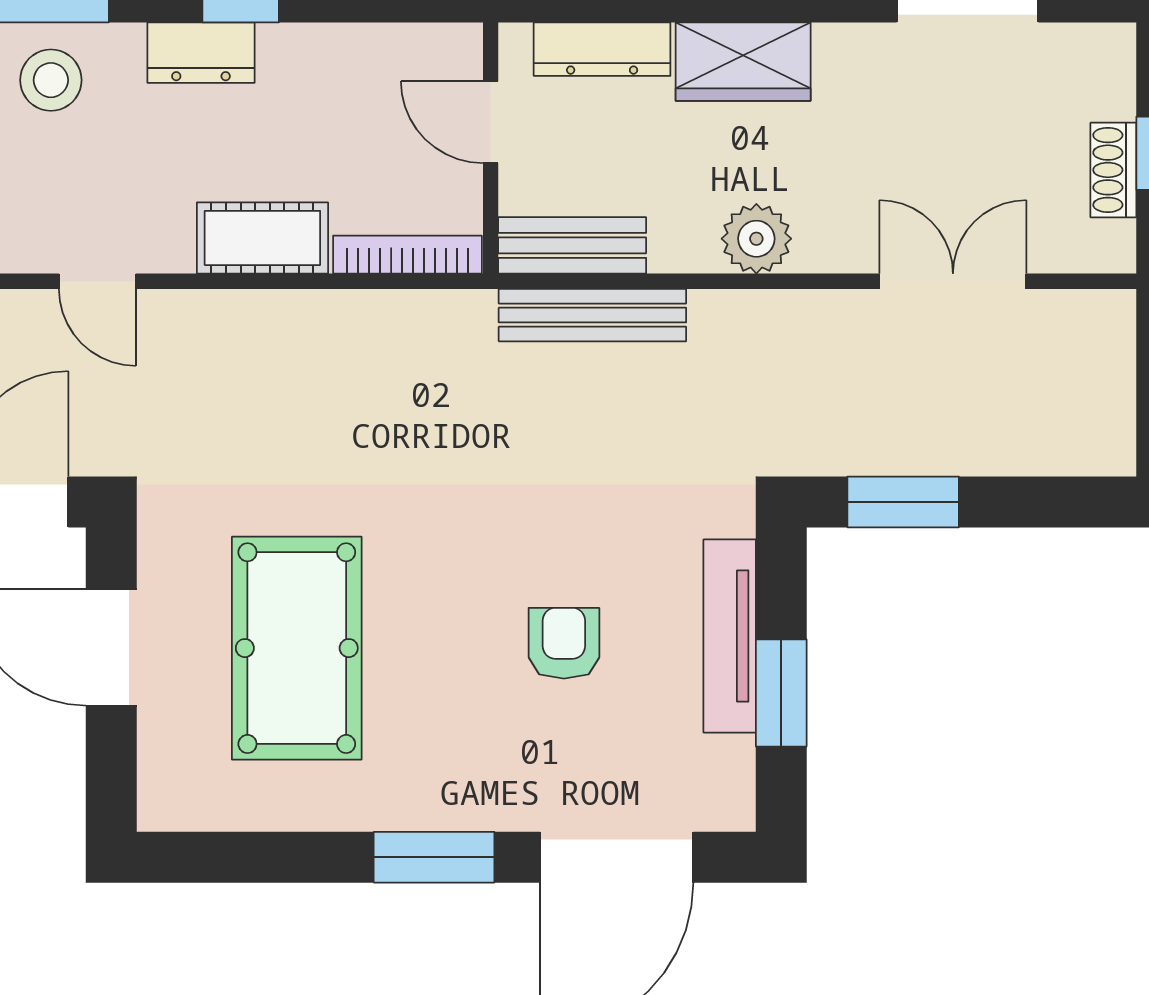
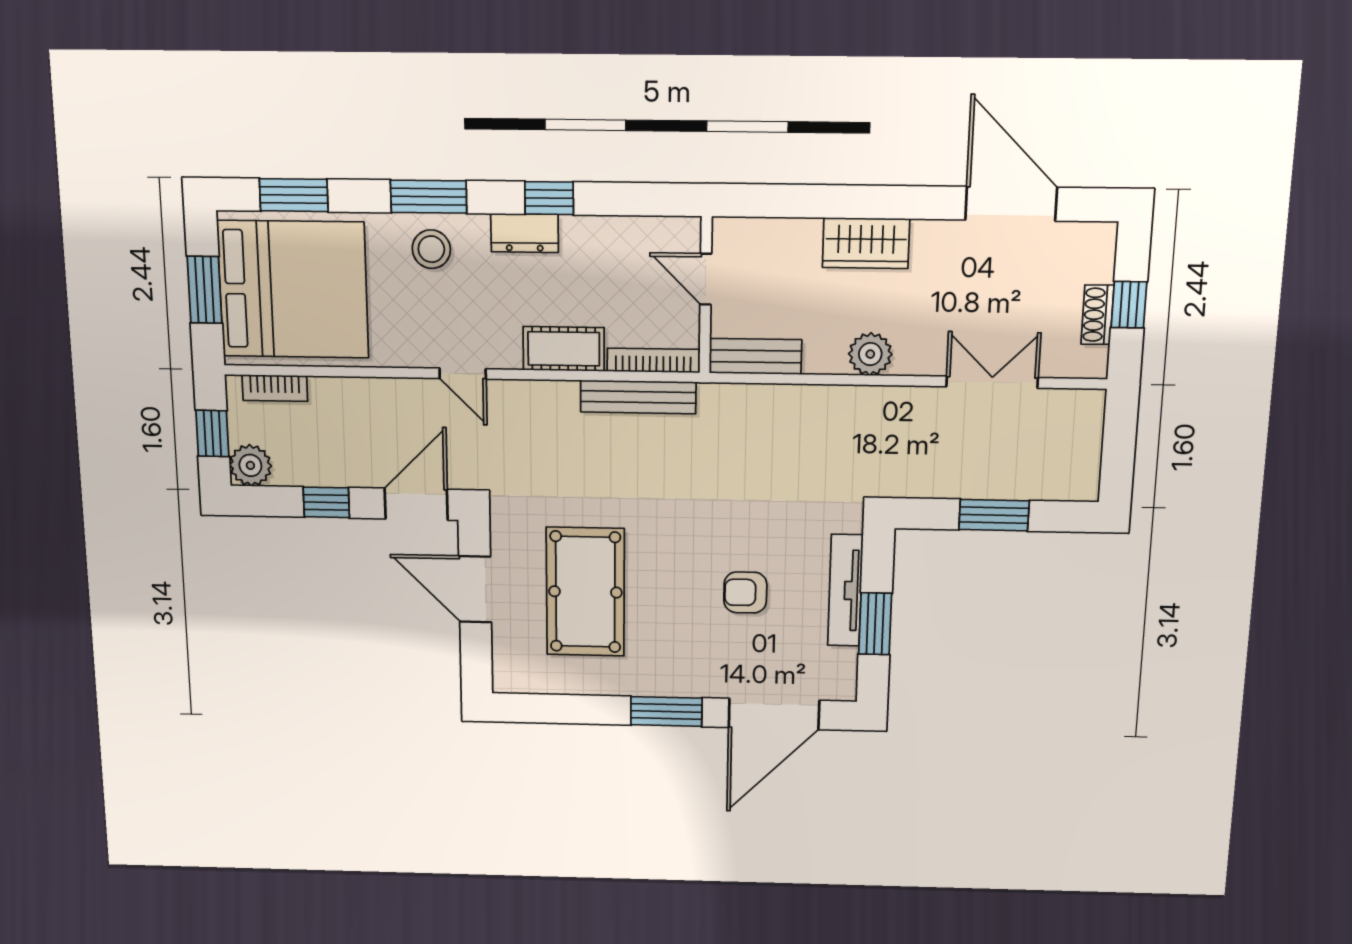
dresser: (602, 49) -> (777, 234), removed
bench: (592, 315) -> (638, 397), moved
window: (903, 502) -> (994, 515), moved
armchair: (564, 643) -> (745, 592), turned -90

